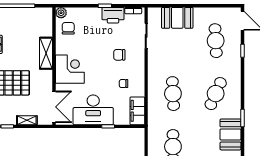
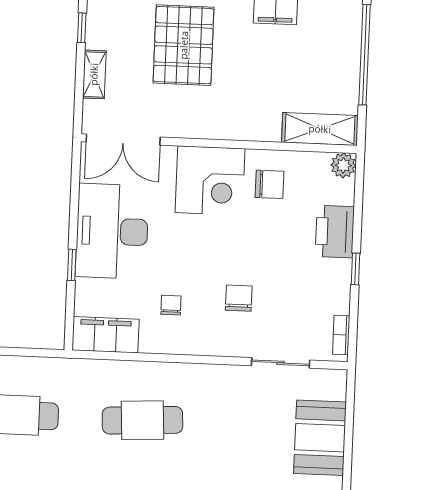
printer: (113, 15) -> (335, 232), moved
chair: (68, 28) -> (270, 184), moved
shelving: (46, 53) -> (320, 129), moved

